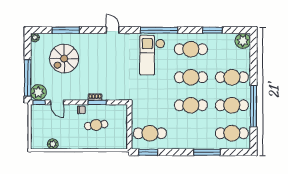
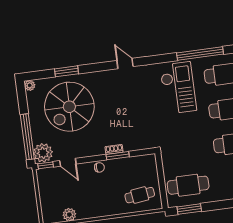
window: (66, 30) -> (66, 71), width x0.69
window: (159, 30) -> (200, 54), moved
checkout: (152, 55) -> (178, 88), turned 180
spiral stairs: (64, 59) -> (69, 107), width x1.37, depth x1.37
cafe table: (96, 125) -> (140, 195), moved

